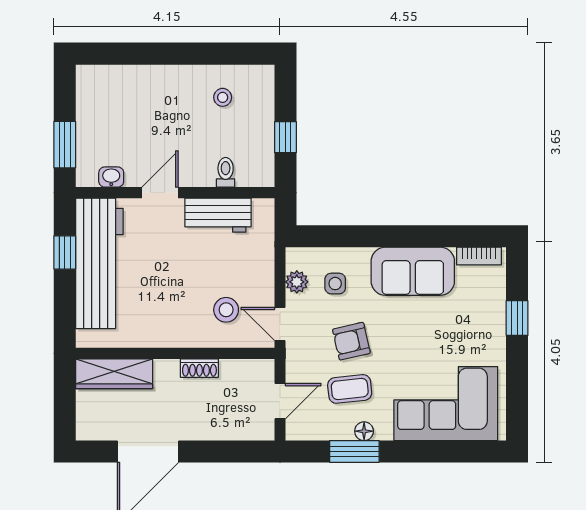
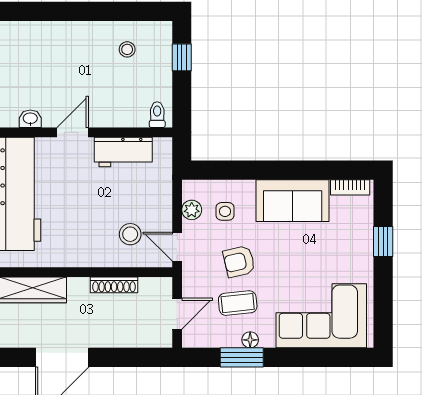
window: (285, 137) -> (182, 57), moved
toilet: (226, 172) -> (157, 115), moved
shoe rack: (199, 368) -> (114, 285), width x1.43

